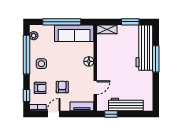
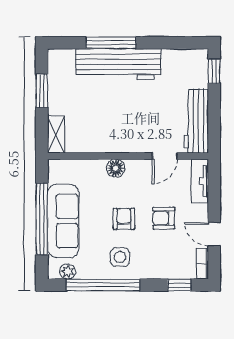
sofa: (74, 33) -> (63, 221), moved
workbench: (144, 48) -> (118, 64), moved
armchair: (40, 88) -> (124, 219), moved
door: (95, 88) -> (165, 156), swing flipped
workbench: (126, 104) -> (196, 121), moved
window: (111, 114) -> (214, 71), moved

